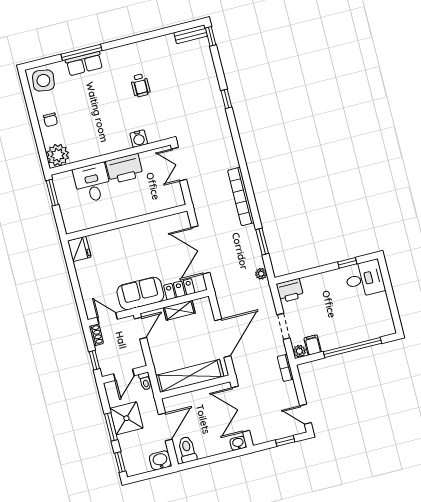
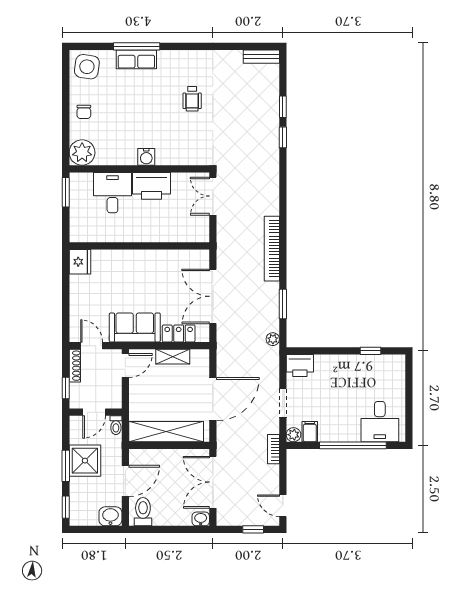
window: (211, 36) -> (283, 107), moved
water cooler: (139, 139) -> (146, 157), moved
desk: (365, 279) -> (380, 422), moved, turned 90
shoe rack: (96, 335) -> (75, 366), width x1.43

